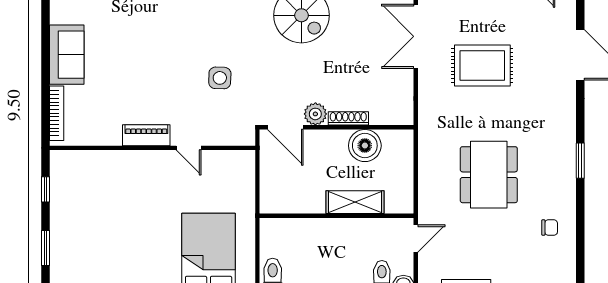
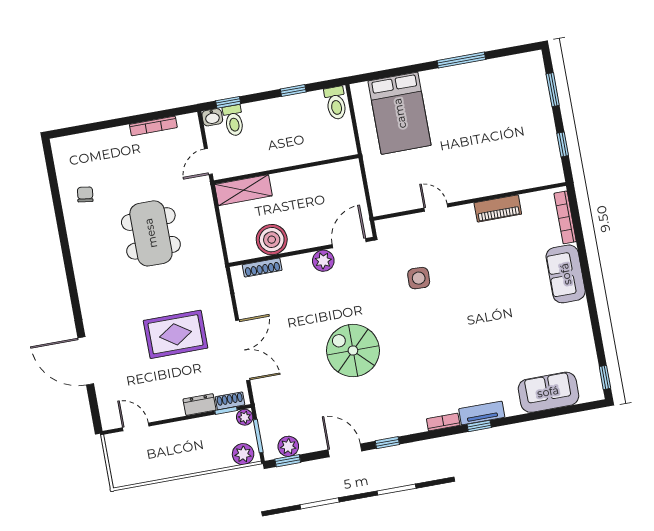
shoe rack: (348, 118) -> (262, 267), moved
door: (285, 127) -> (349, 243), hinge flipped
piano: (146, 135) -> (498, 208), moved
window: (580, 161) -> (68, 262), removed
shelving: (355, 202) -> (243, 190), moved
chair: (550, 228) -> (85, 194), turned 98

